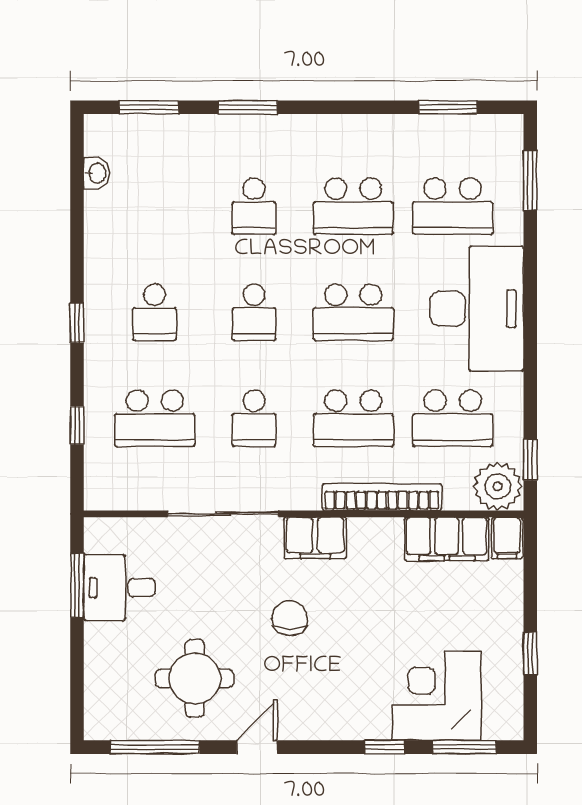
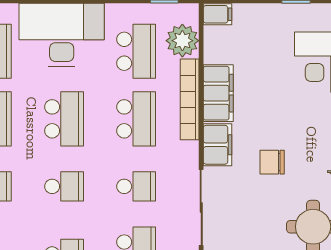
plant: (498, 486) -> (182, 41), moved
filing cabinet: (447, 539) -> (218, 93), moved

